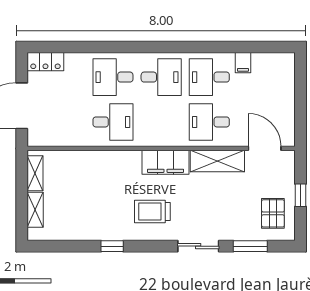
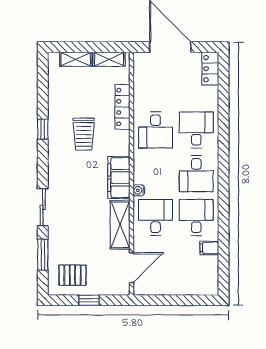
water cooler: (179, 140) -> (139, 190), added
locker: (88, 158) -> (122, 107), added
trolley: (152, 211) -> (84, 134), moved, turned 180

